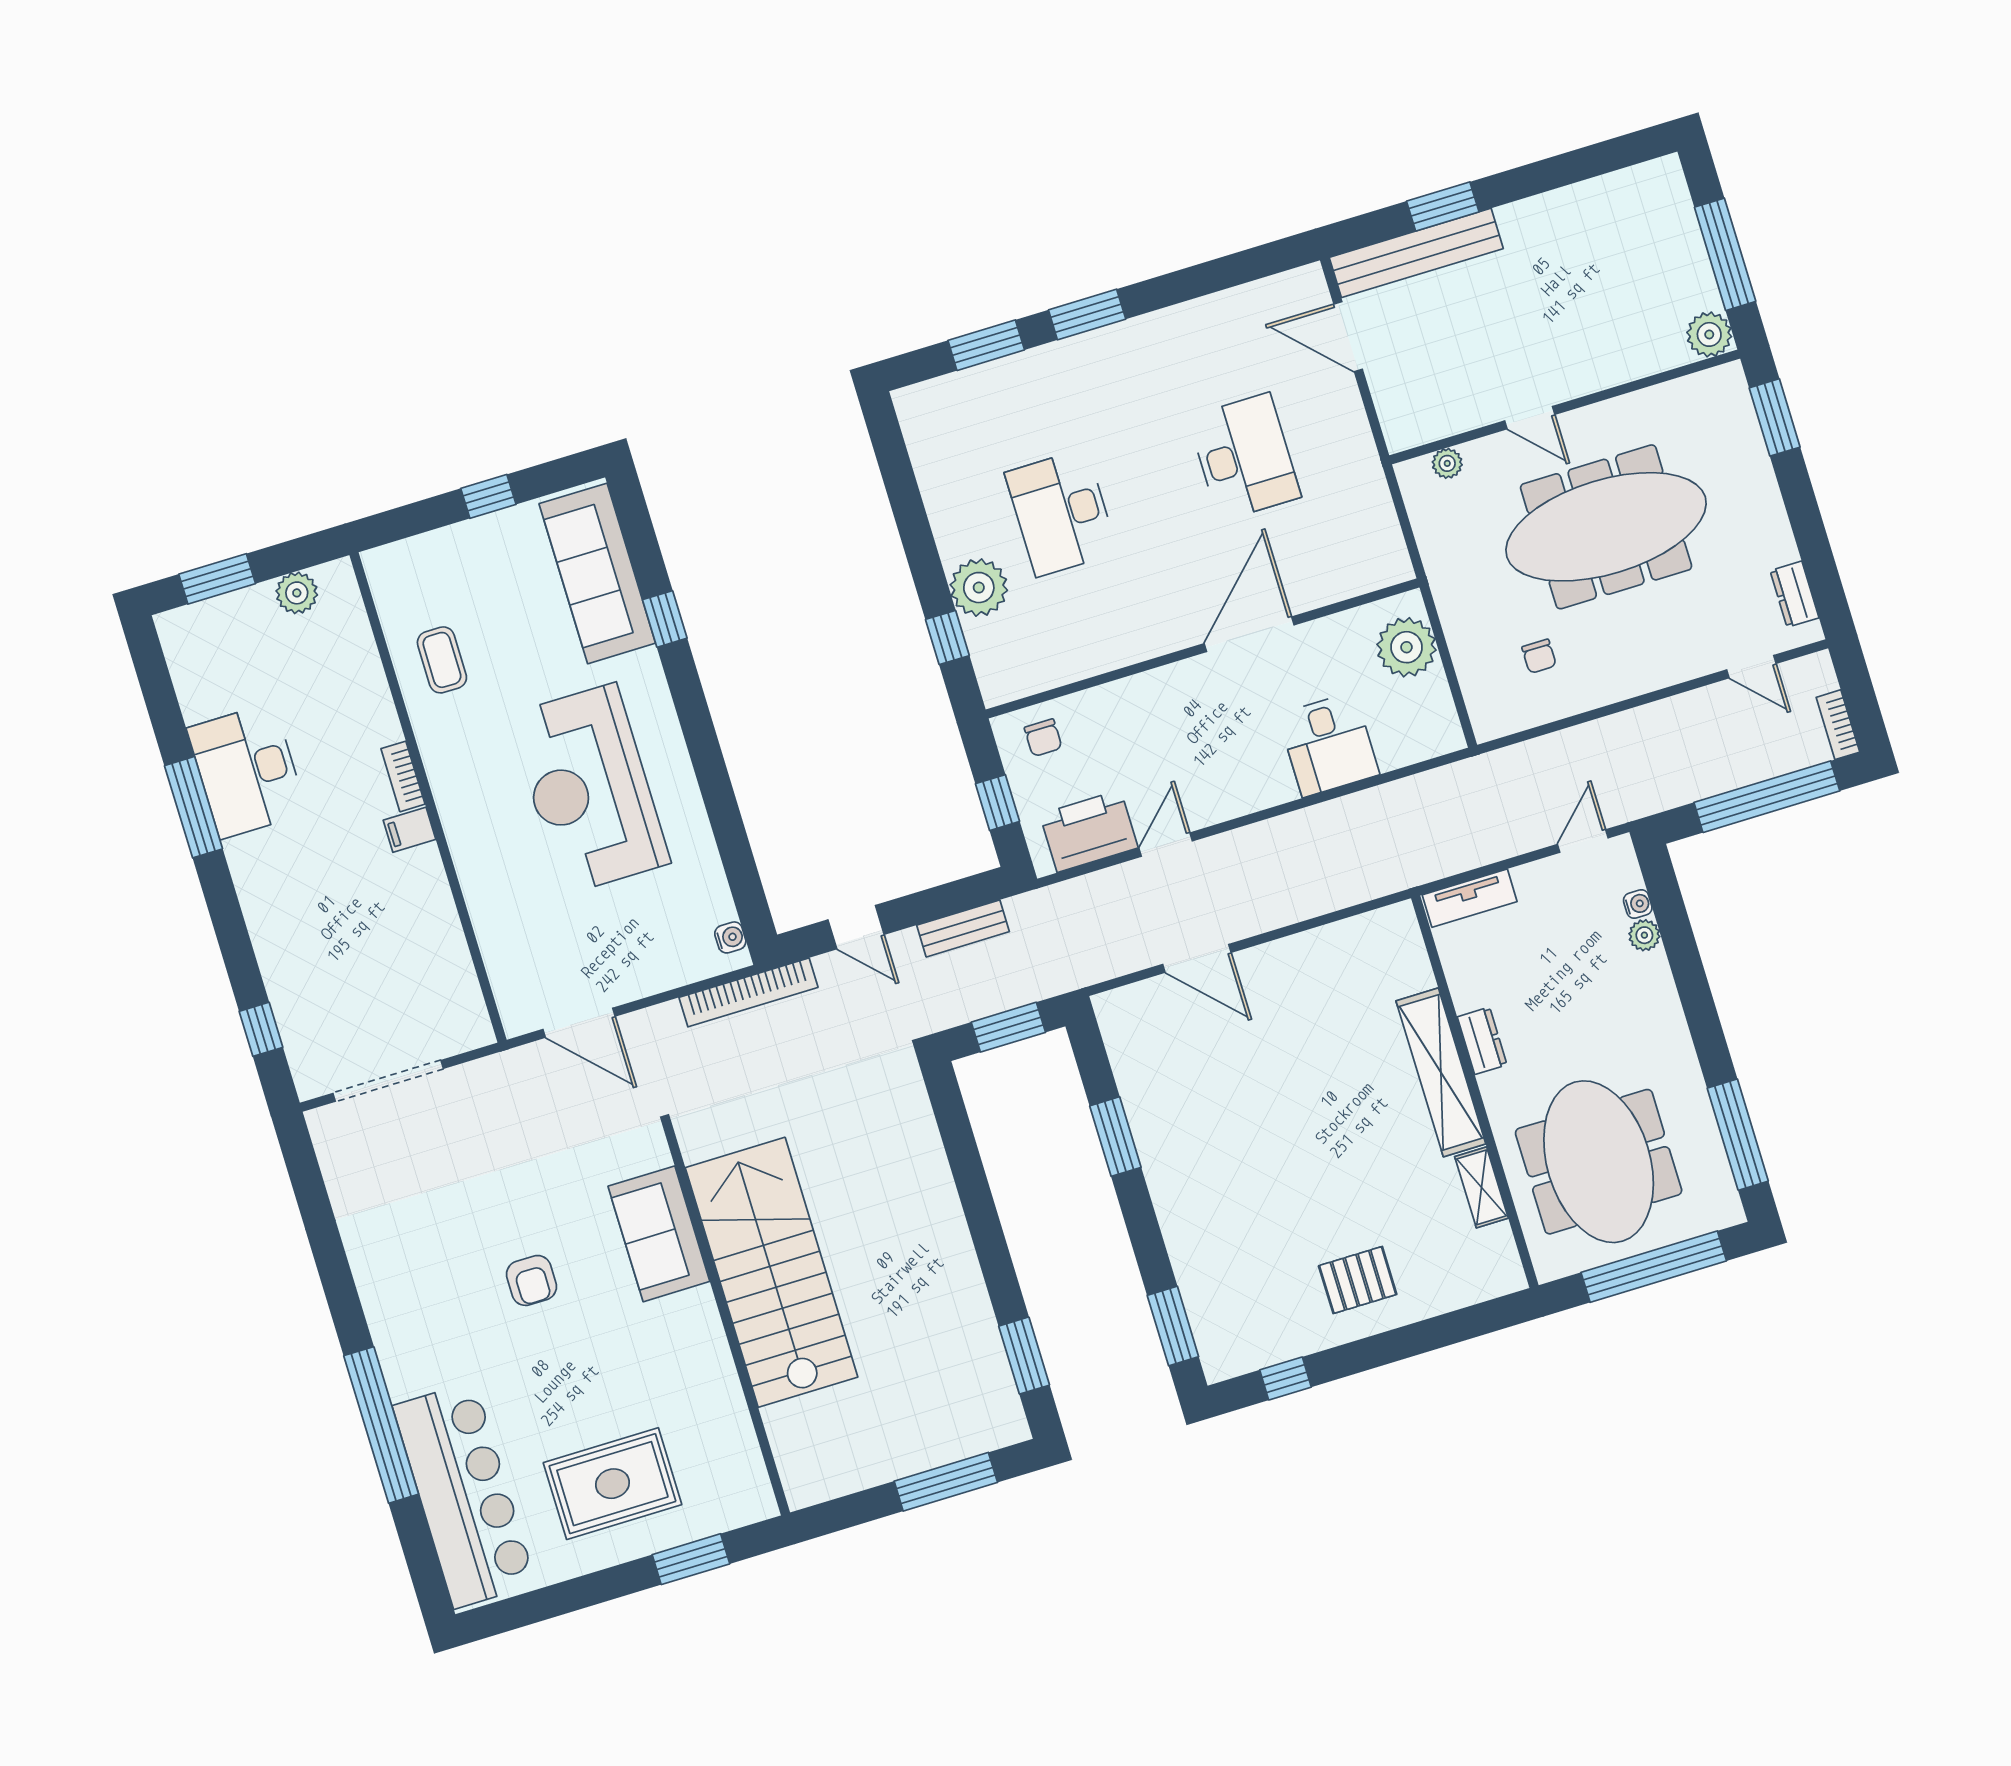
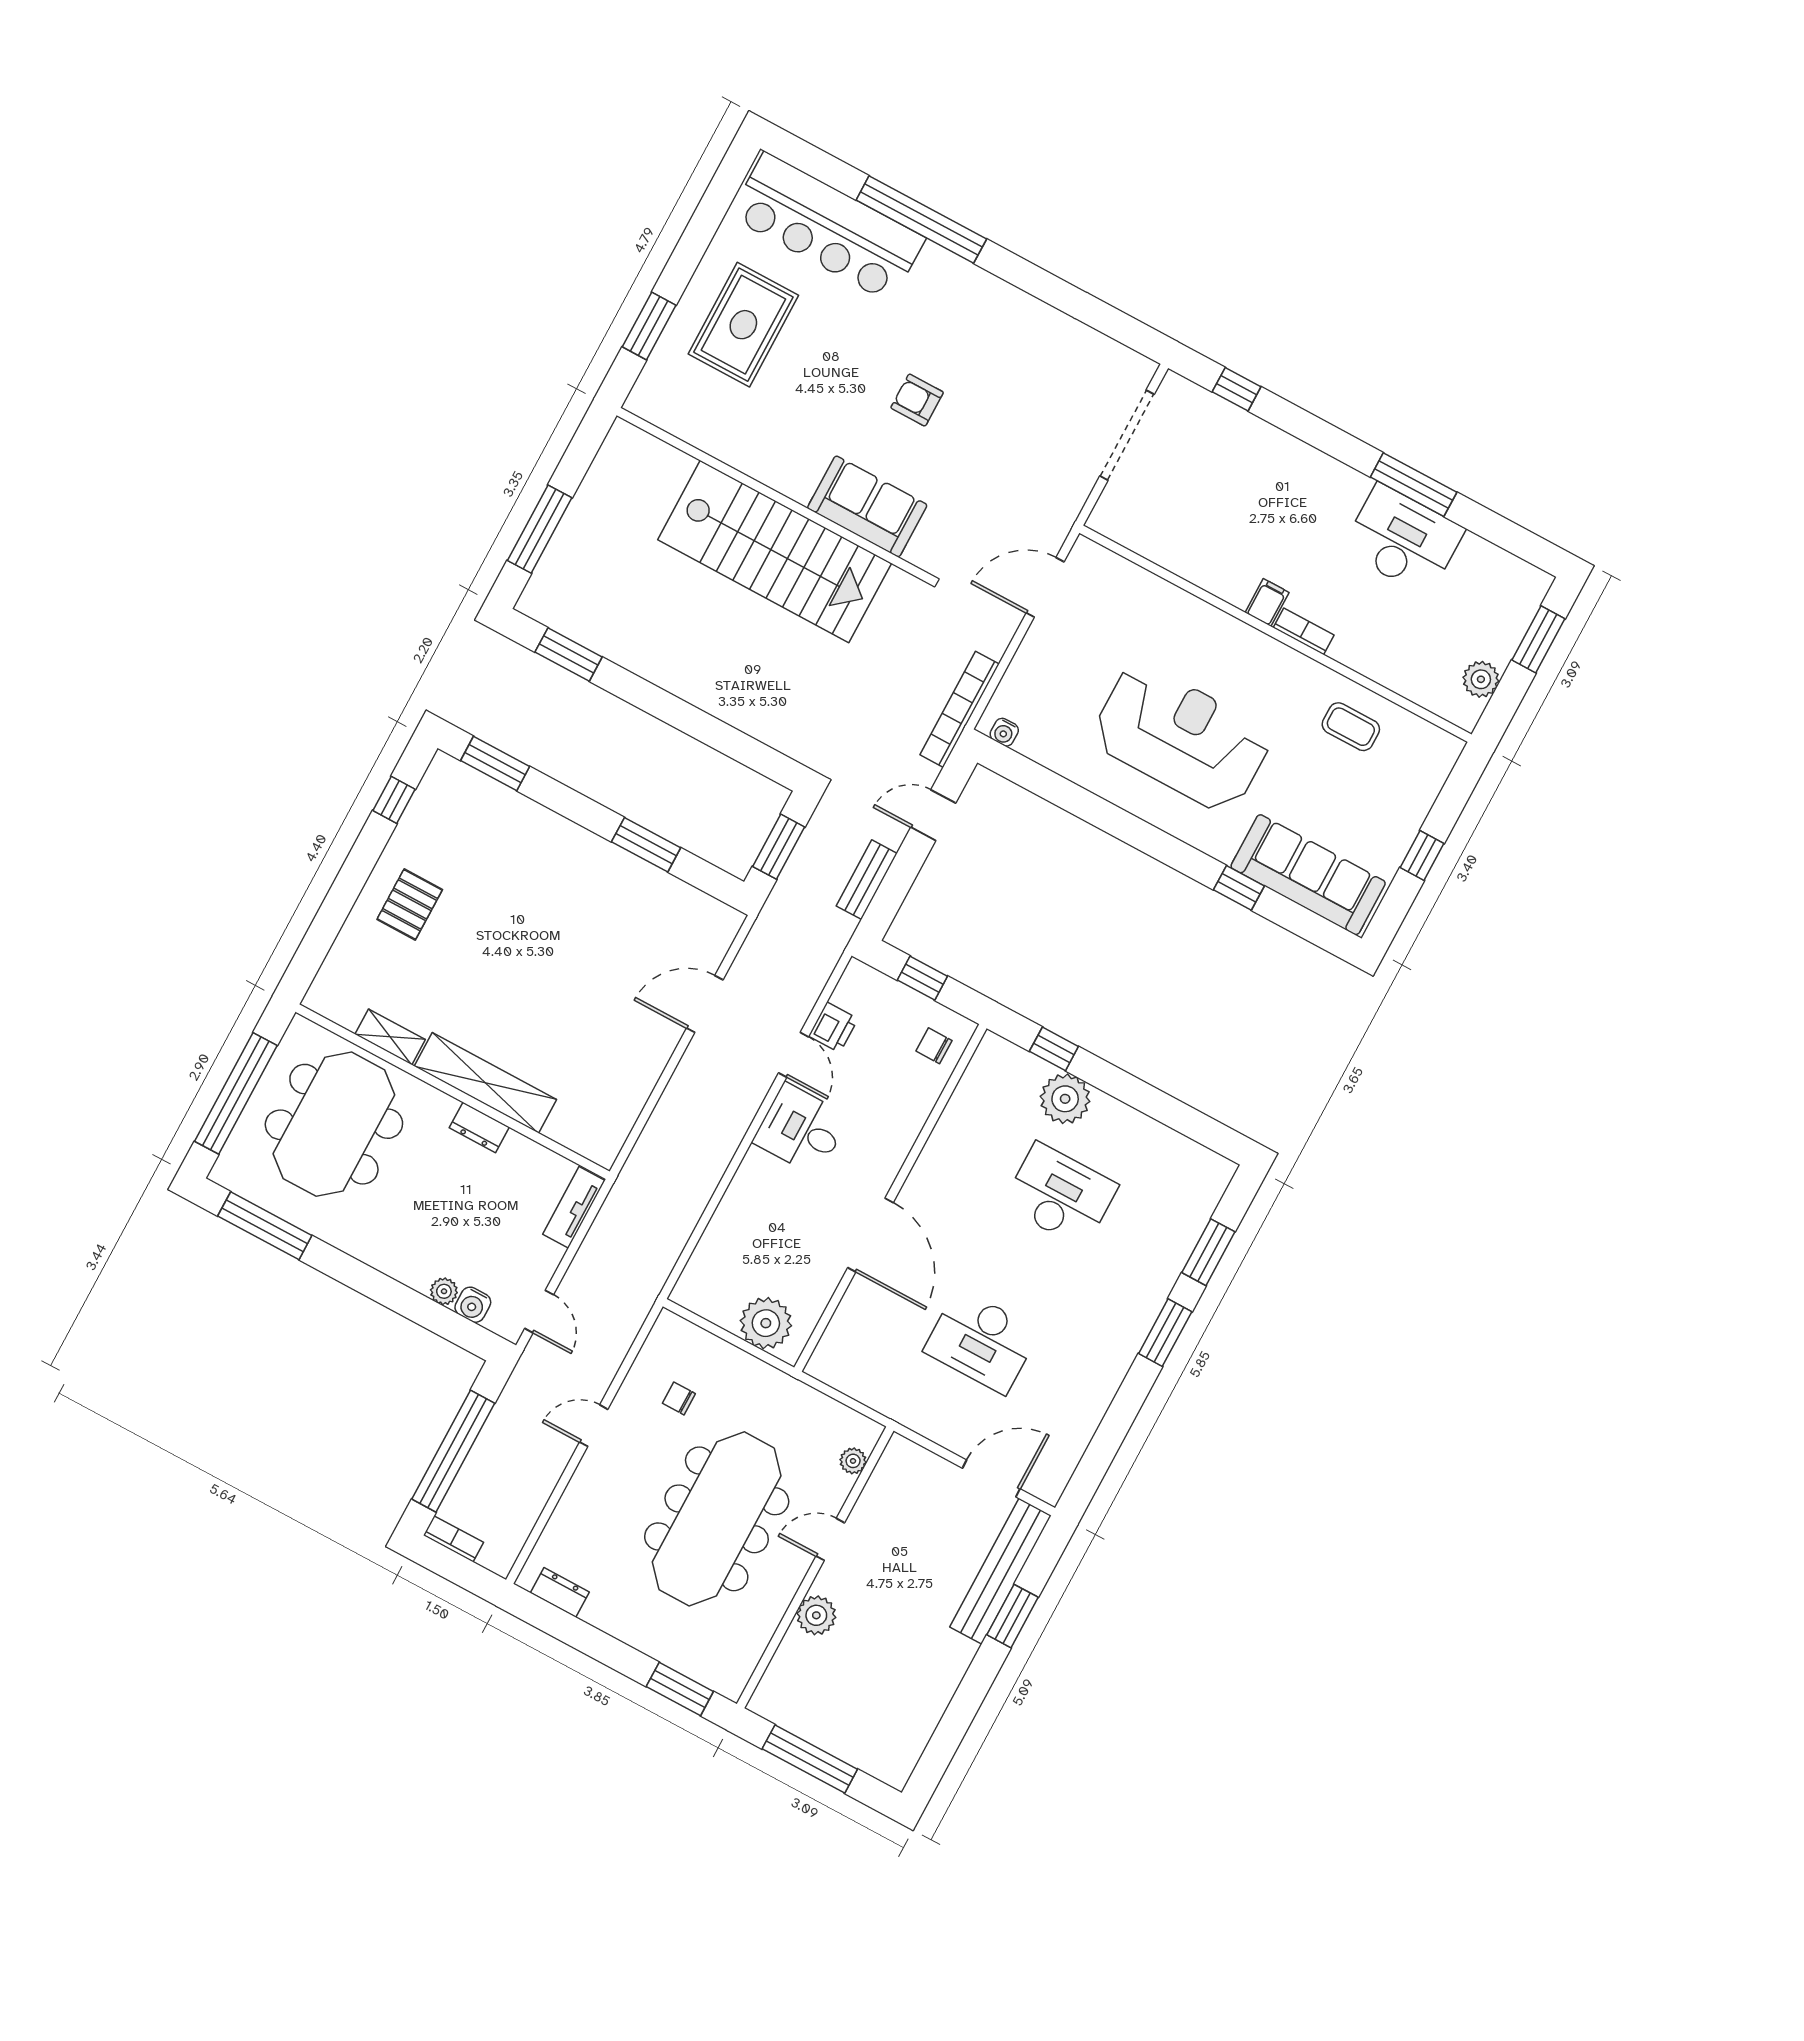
plant: (1709, 334) -> (816, 1615), moved
door: (1751, 667) -> (594, 1426), moved
desk: (1328, 744) -> (801, 1129), moved
printer: (1089, 831) -> (833, 1027), width x0.53, depth x0.68
water cooler: (1638, 904) -> (473, 1305), width x1.38, depth x1.38
meeting table: (1599, 1162) -> (334, 1124), turned 90

